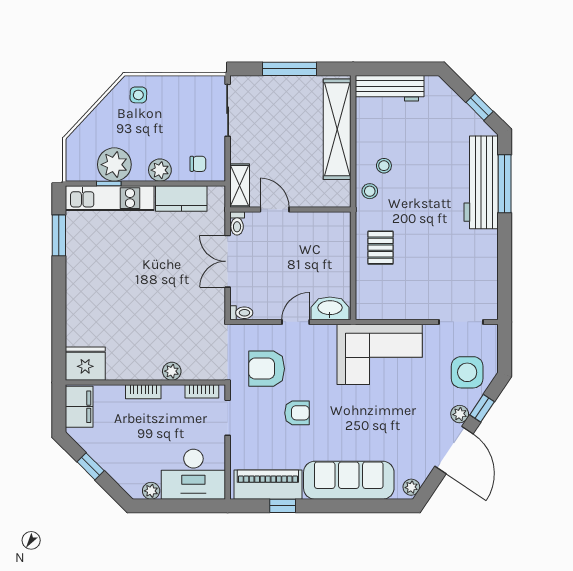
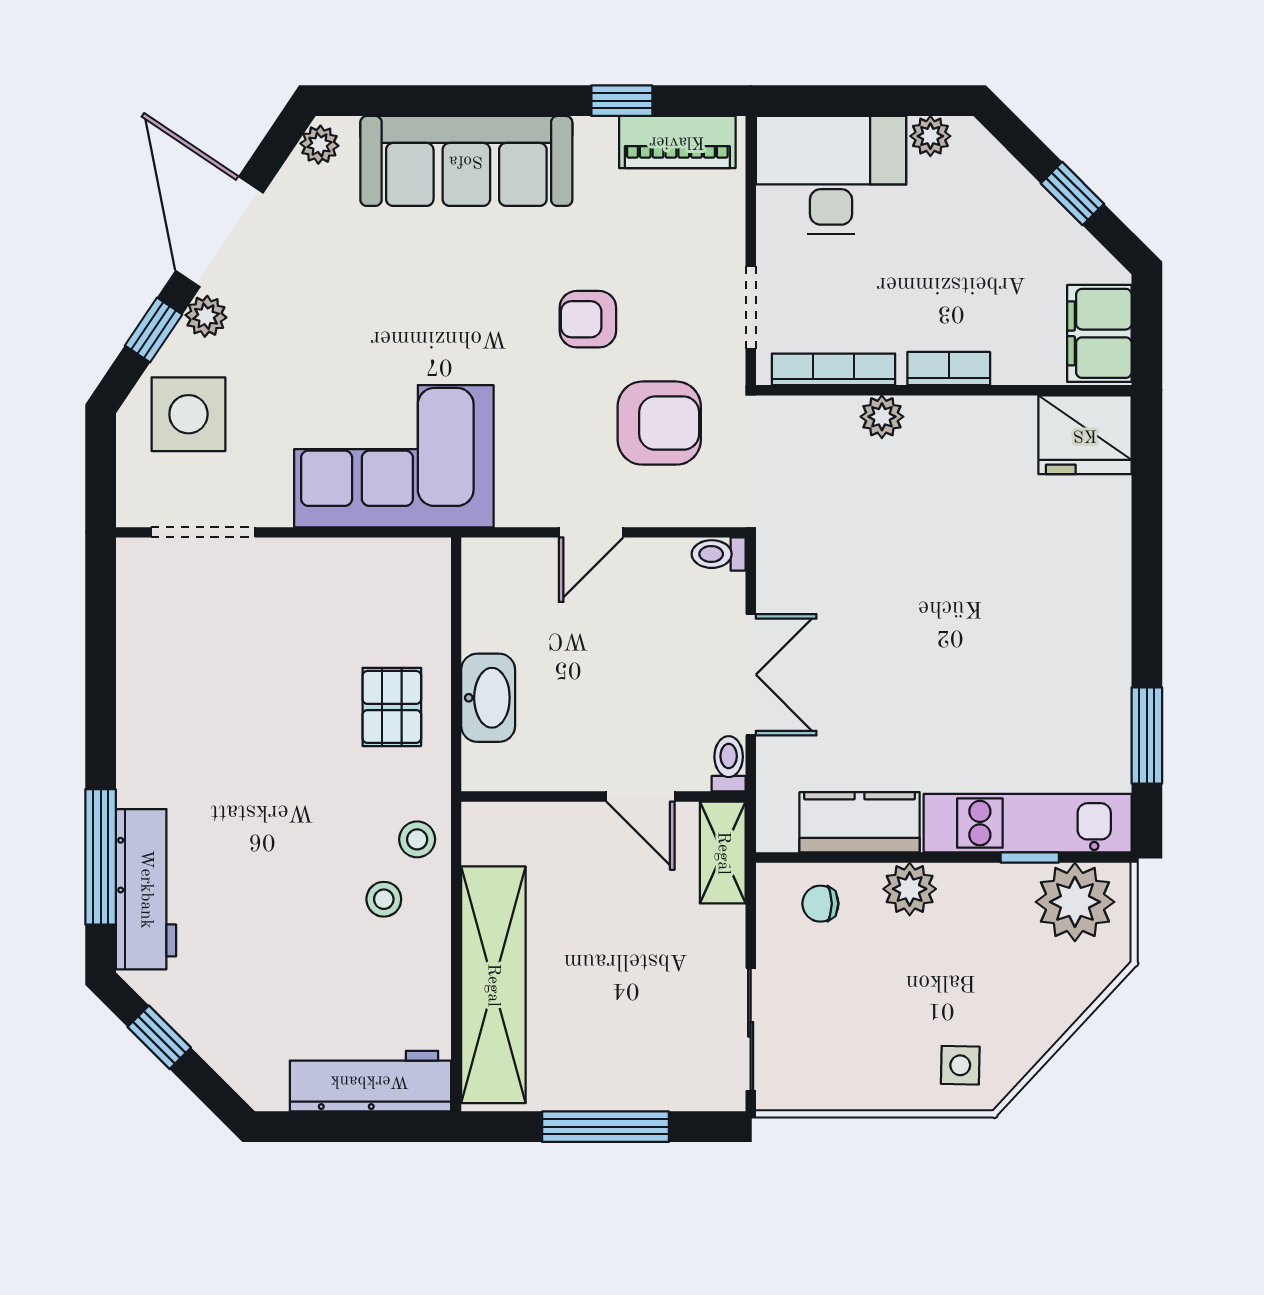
plant: (114, 165) -> (1075, 902), moved
workbench: (481, 182) -> (146, 889), width x0.73, depth x0.76
washbasin: (330, 308) -> (488, 698), moved, turned -90
bookcase: (202, 391) -> (833, 369), width x1.56
piano: (268, 485) -> (677, 142), width x0.73, depth x0.75

